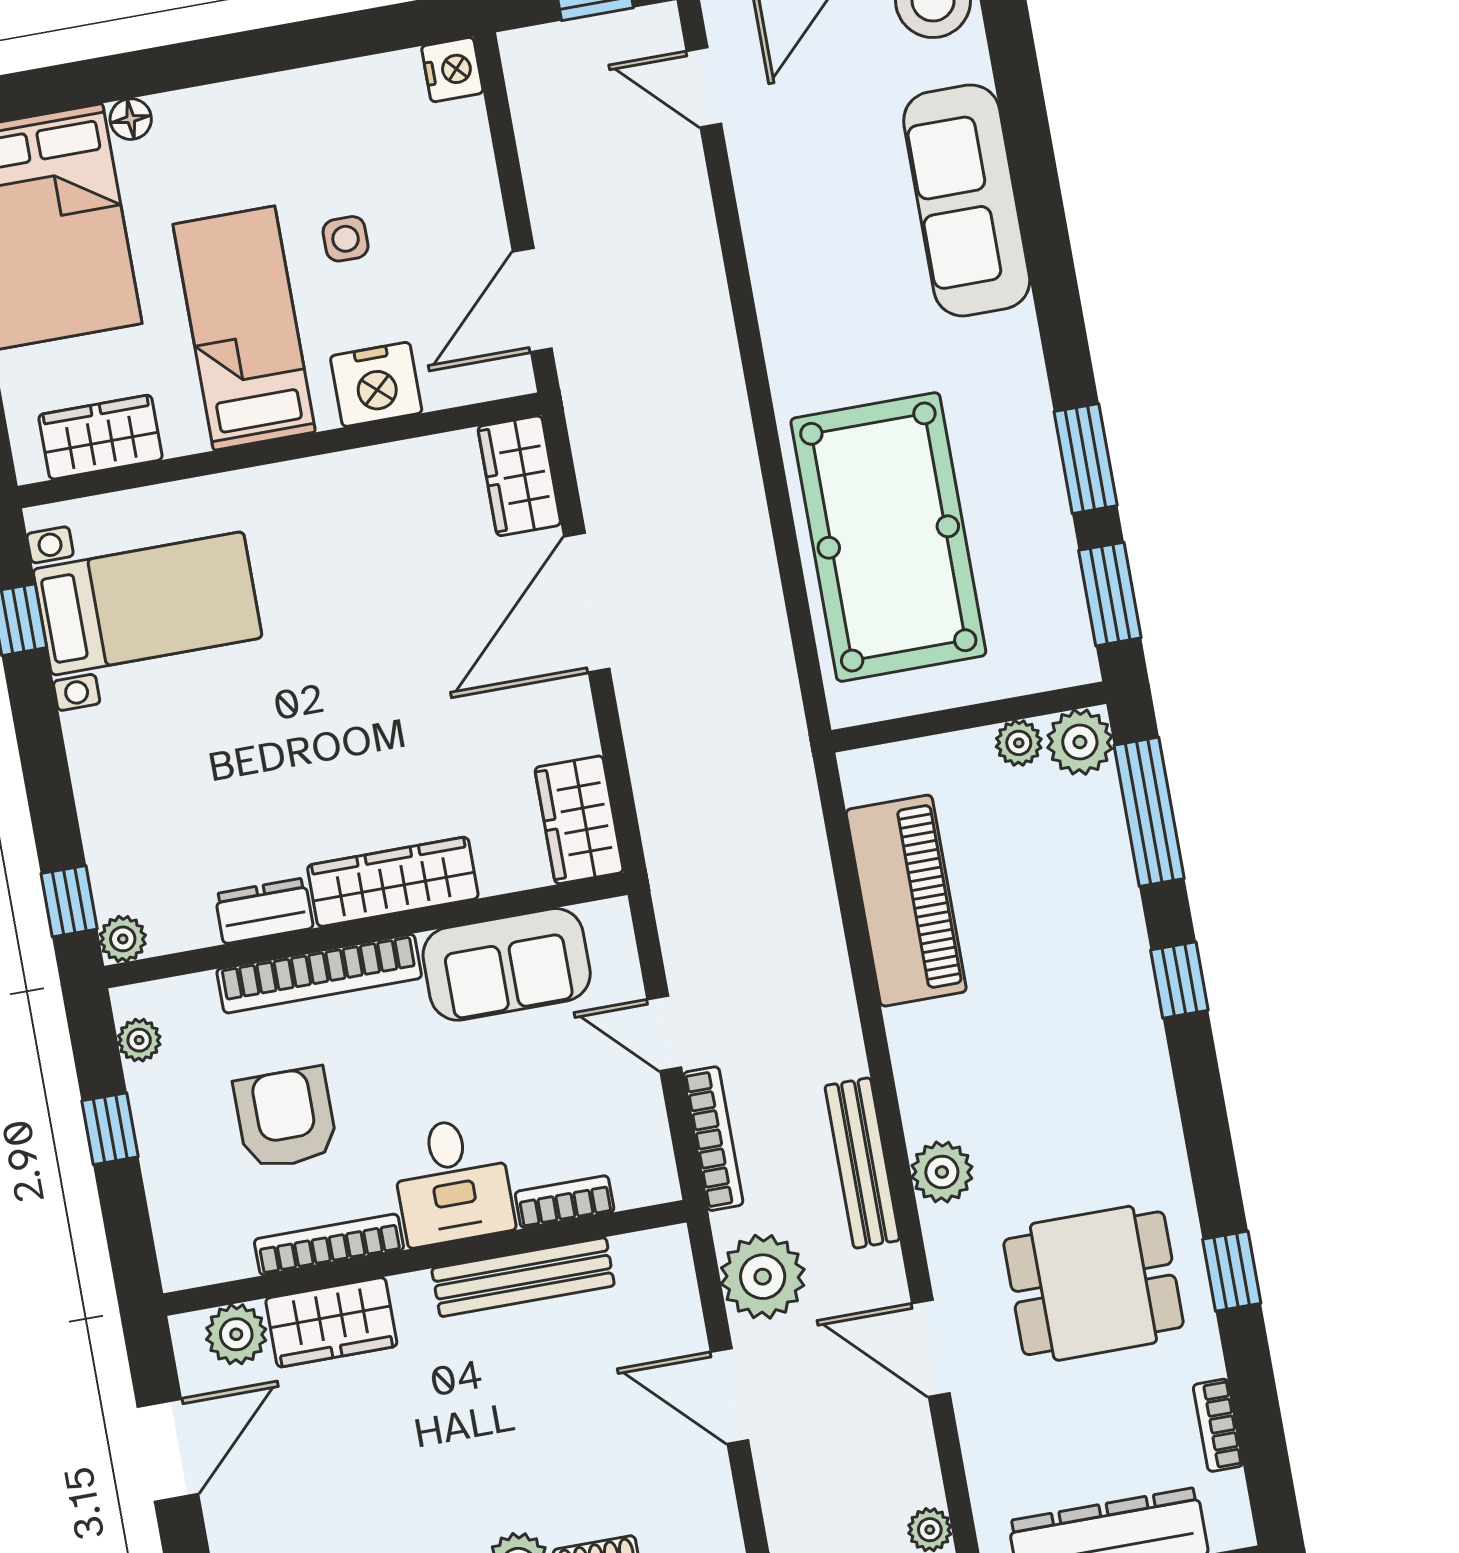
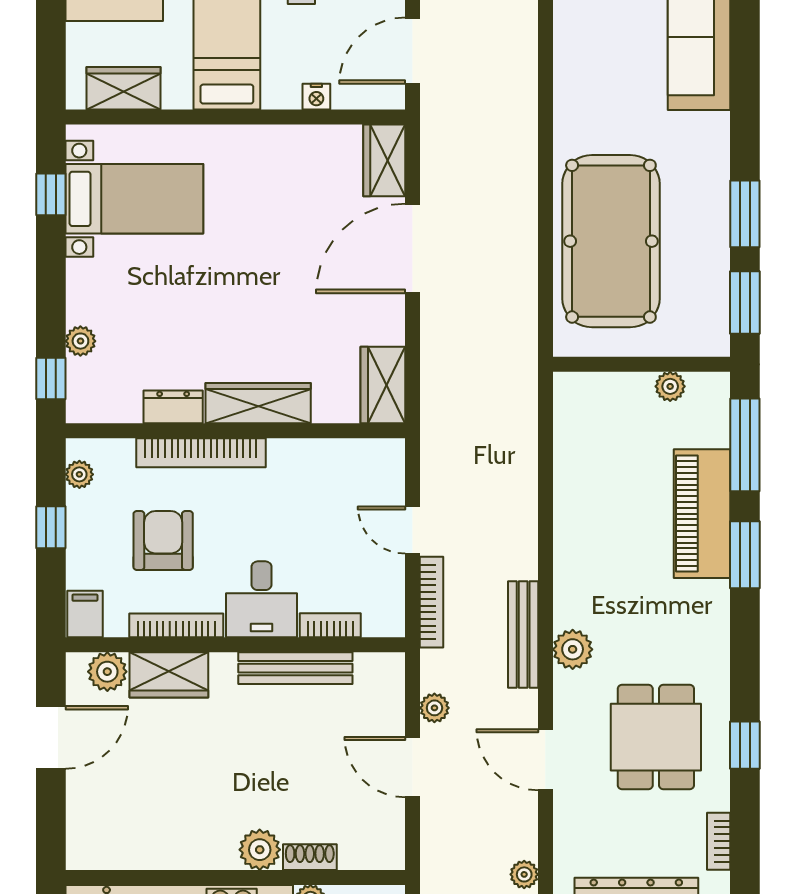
nightstand: (376, 384) -> (316, 97), width x0.53, depth x0.56
plant: (1080, 742) -> (709, 393), removed
piano: (906, 901) -> (702, 514), moved, turned 180
plant: (123, 939) -> (80, 341), moved
sofa: (507, 964) -> (321, 468), removed
window: (1179, 980) -> (745, 555), width x1.50
filing cabinet: (186, 1252) -> (85, 614), added
plant: (763, 1277) -> (434, 708), width x0.53, depth x0.53
dining table: (1093, 1283) -> (656, 737), turned 90

